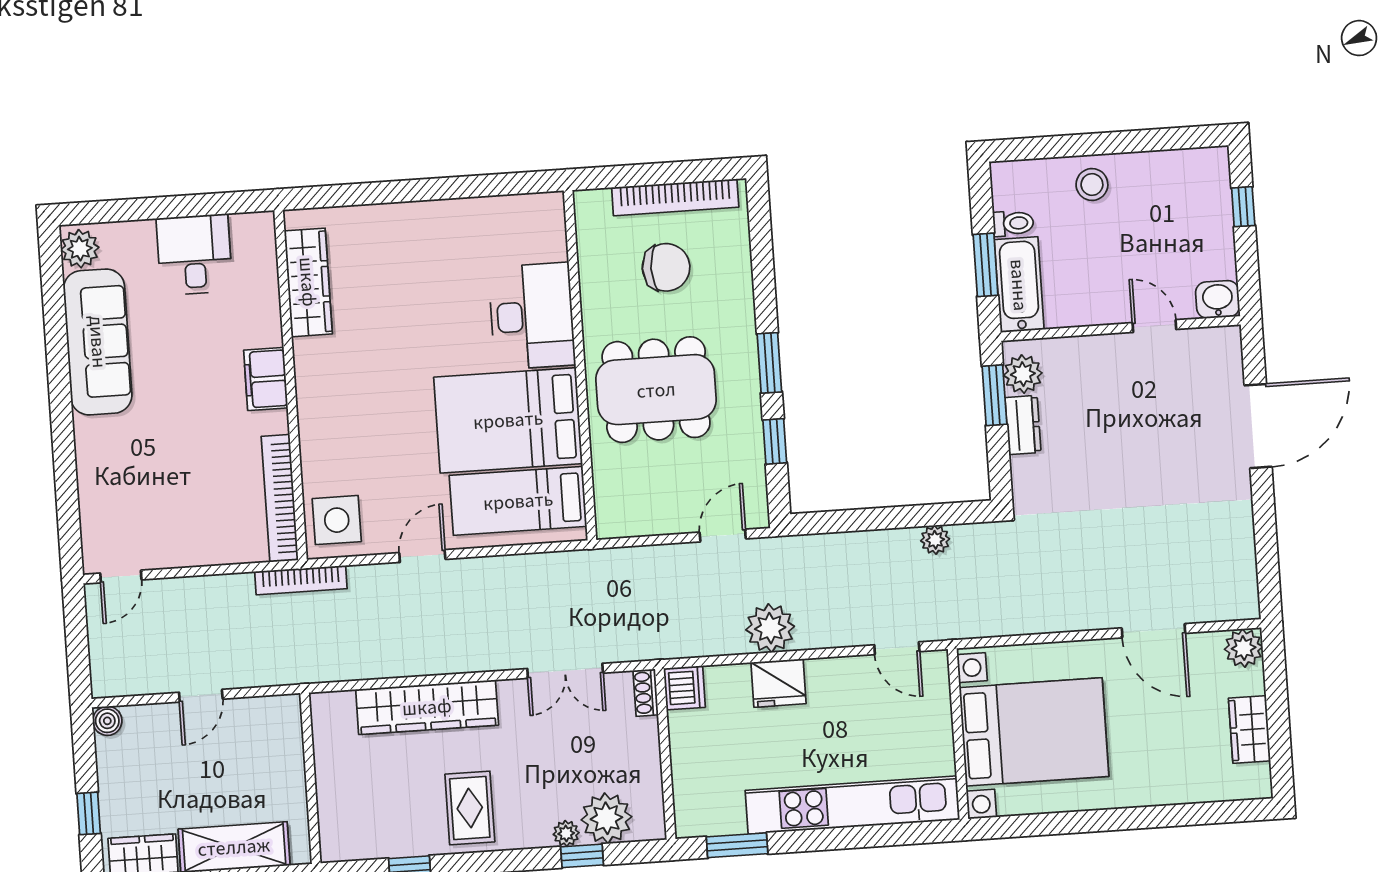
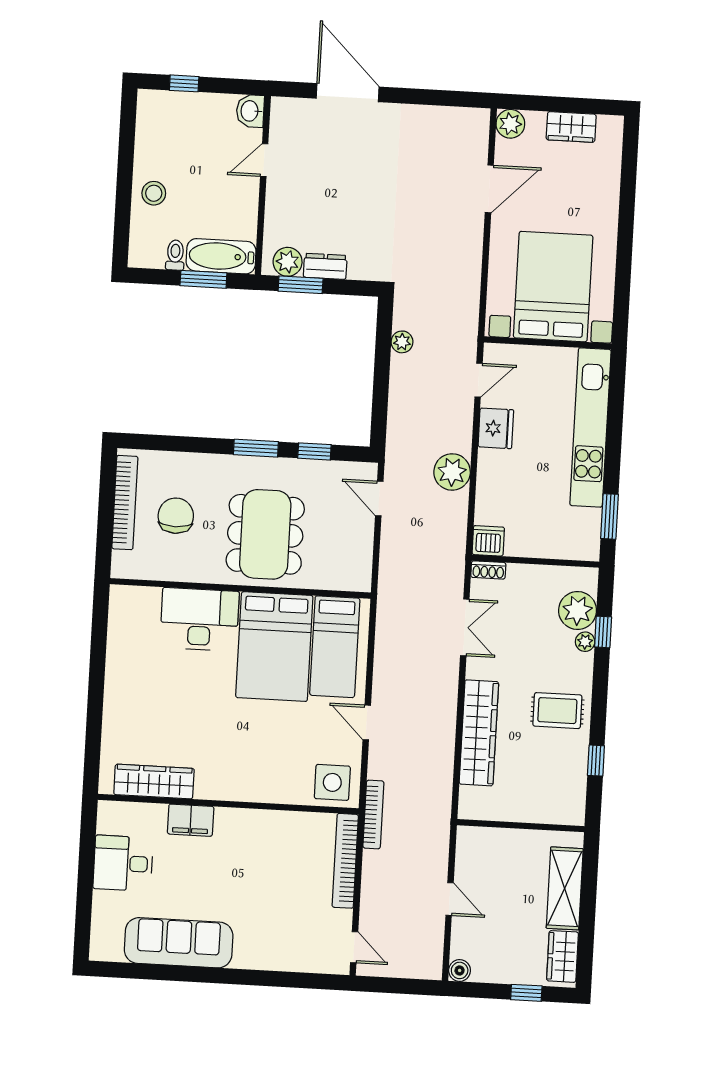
plant: (80, 249) -> (108, 947), removed
filing cabinet: (266, 379) -> (191, 820), moved
bookcase: (280, 498) -> (345, 861), moved, turned 90
fridge: (778, 683) -> (496, 428), moved

